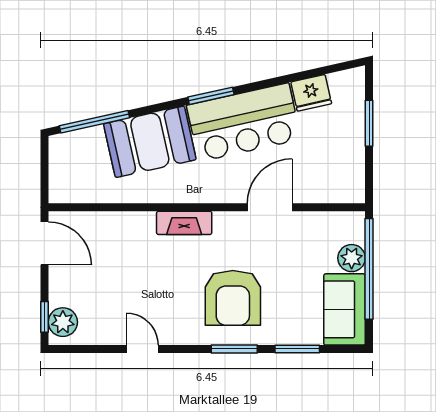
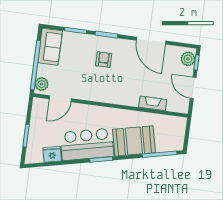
door: (270, 207) -> (60, 99), moved
fireplace: (184, 223) -> (153, 103), moved
door: (44, 243) -> (193, 88), moved
plant: (352, 258) -> (42, 84), moved
armchair: (233, 298) -> (104, 60), width x0.53, depth x0.53
door: (142, 349) -> (151, 41), width x1.88

